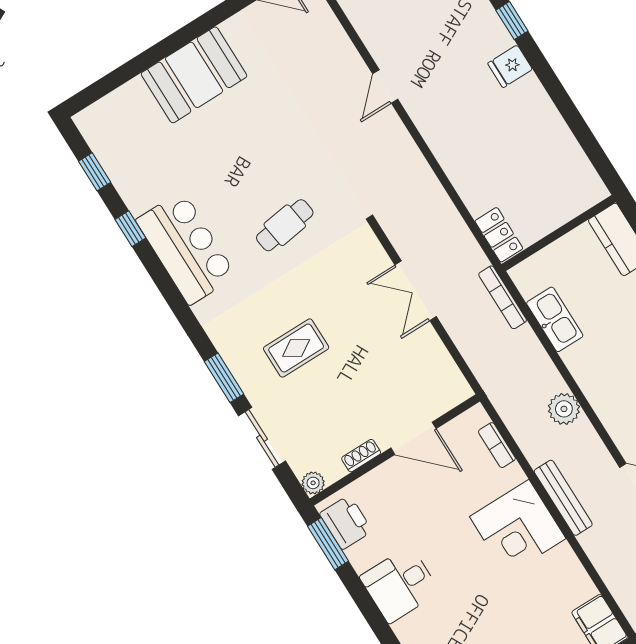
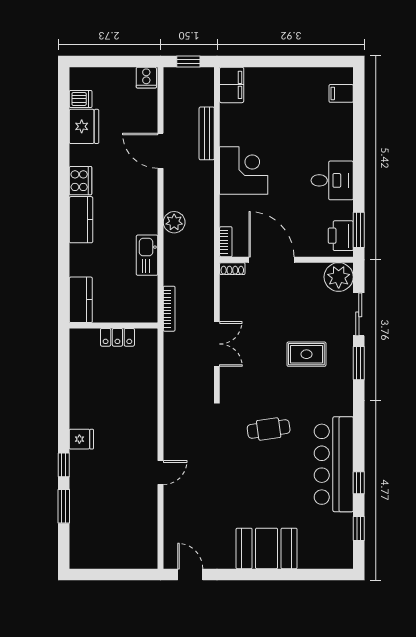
locker: (499, 235) -> (117, 337), moved, turned -90
bar counter: (186, 248) -> (334, 464), width x1.36
kitchen sink: (555, 319) -> (147, 255), moved
door: (413, 438) -> (271, 260), width x1.36
bookcase: (497, 445) -> (226, 242), moved
shoe rack: (361, 456) -> (232, 269), moved
plant: (313, 483) -> (339, 277), width x1.88, depth x1.88
bench: (563, 498) -> (207, 133), moved

